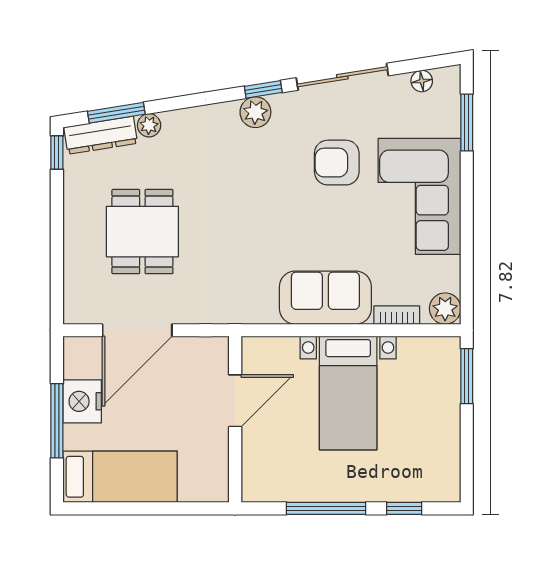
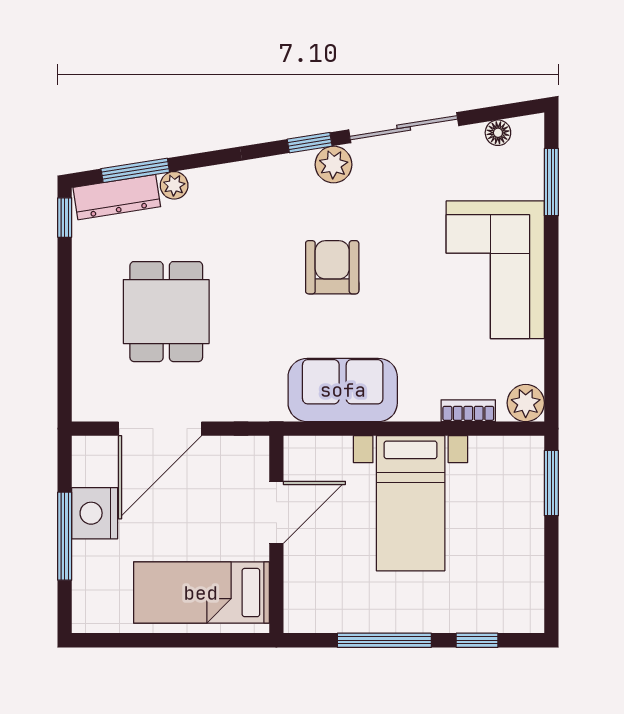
plant: (255, 112) -> (334, 165), moved
armchair: (337, 163) -> (332, 267), moved, turned 90
sofa: (325, 298) -> (343, 390), moved
bed: (120, 477) -> (201, 593), moved, turned 180

